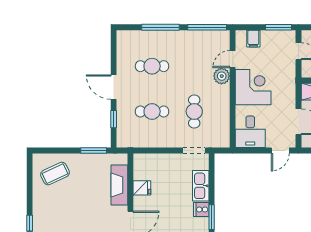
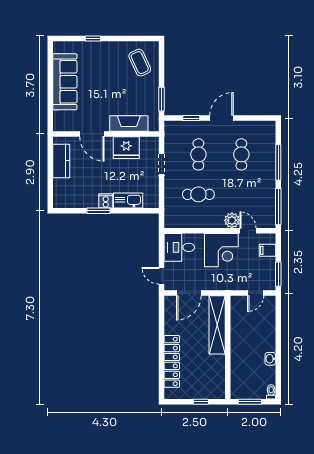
doorway: (194, 150) -> (162, 164), moved
fridge: (142, 188) -> (126, 148), width x1.88, depth x1.34

